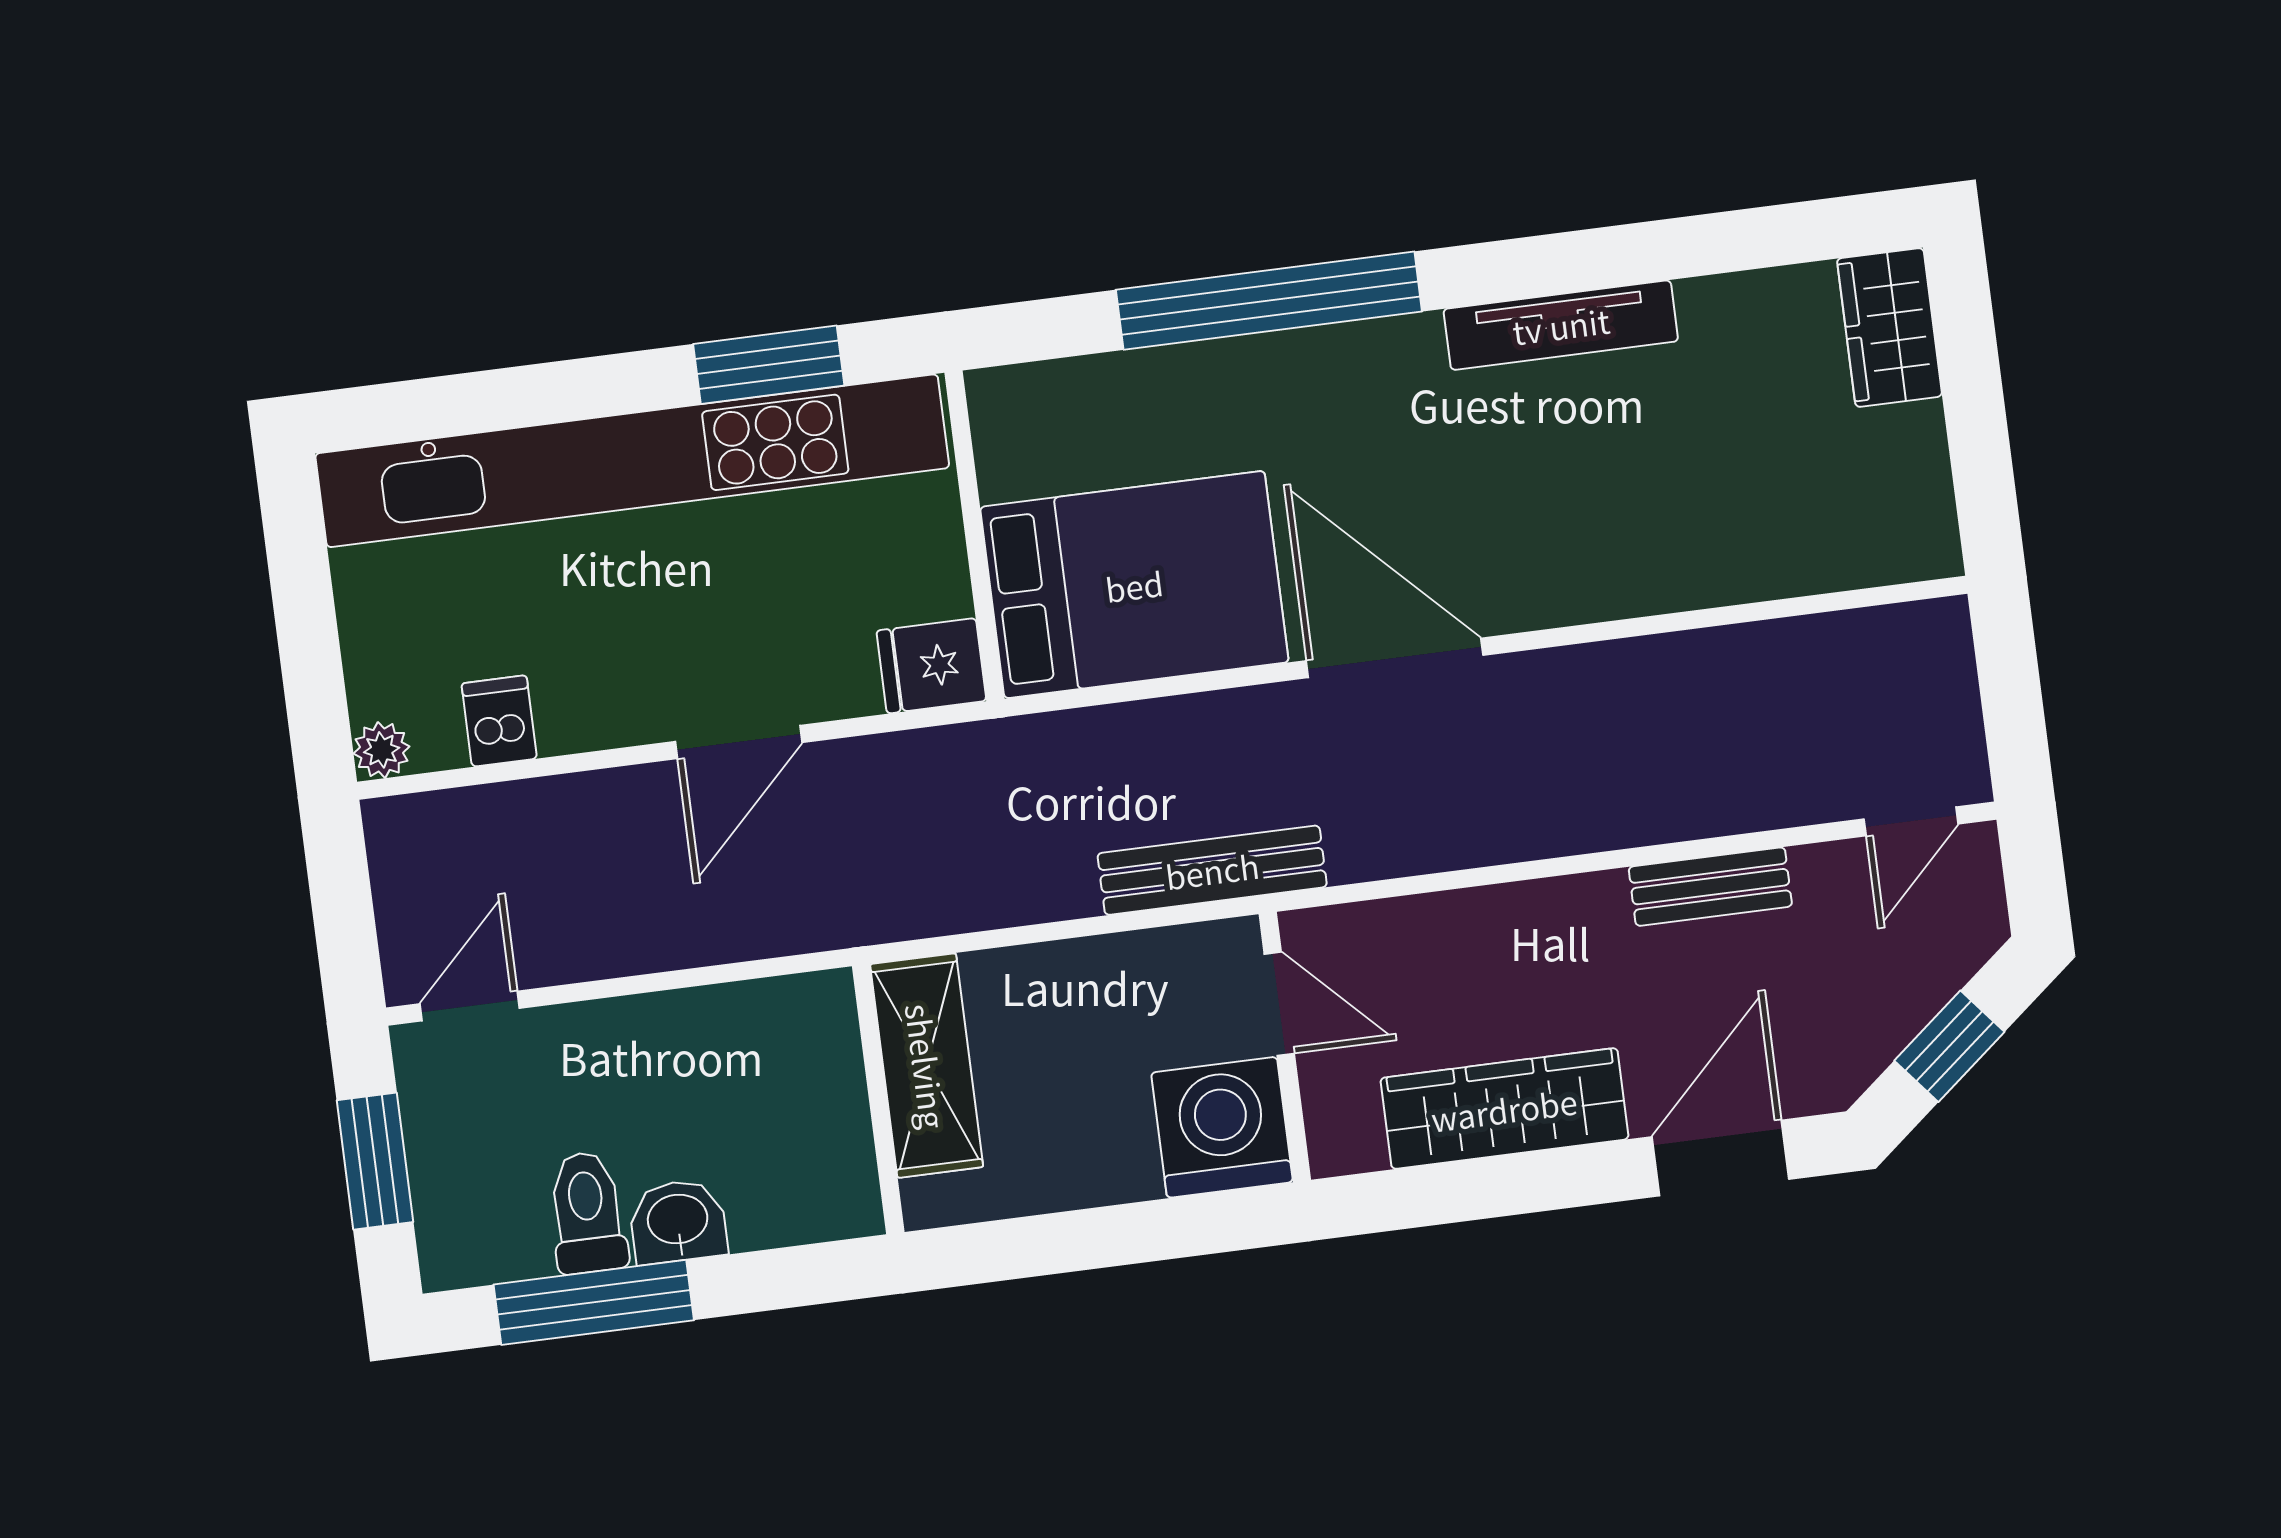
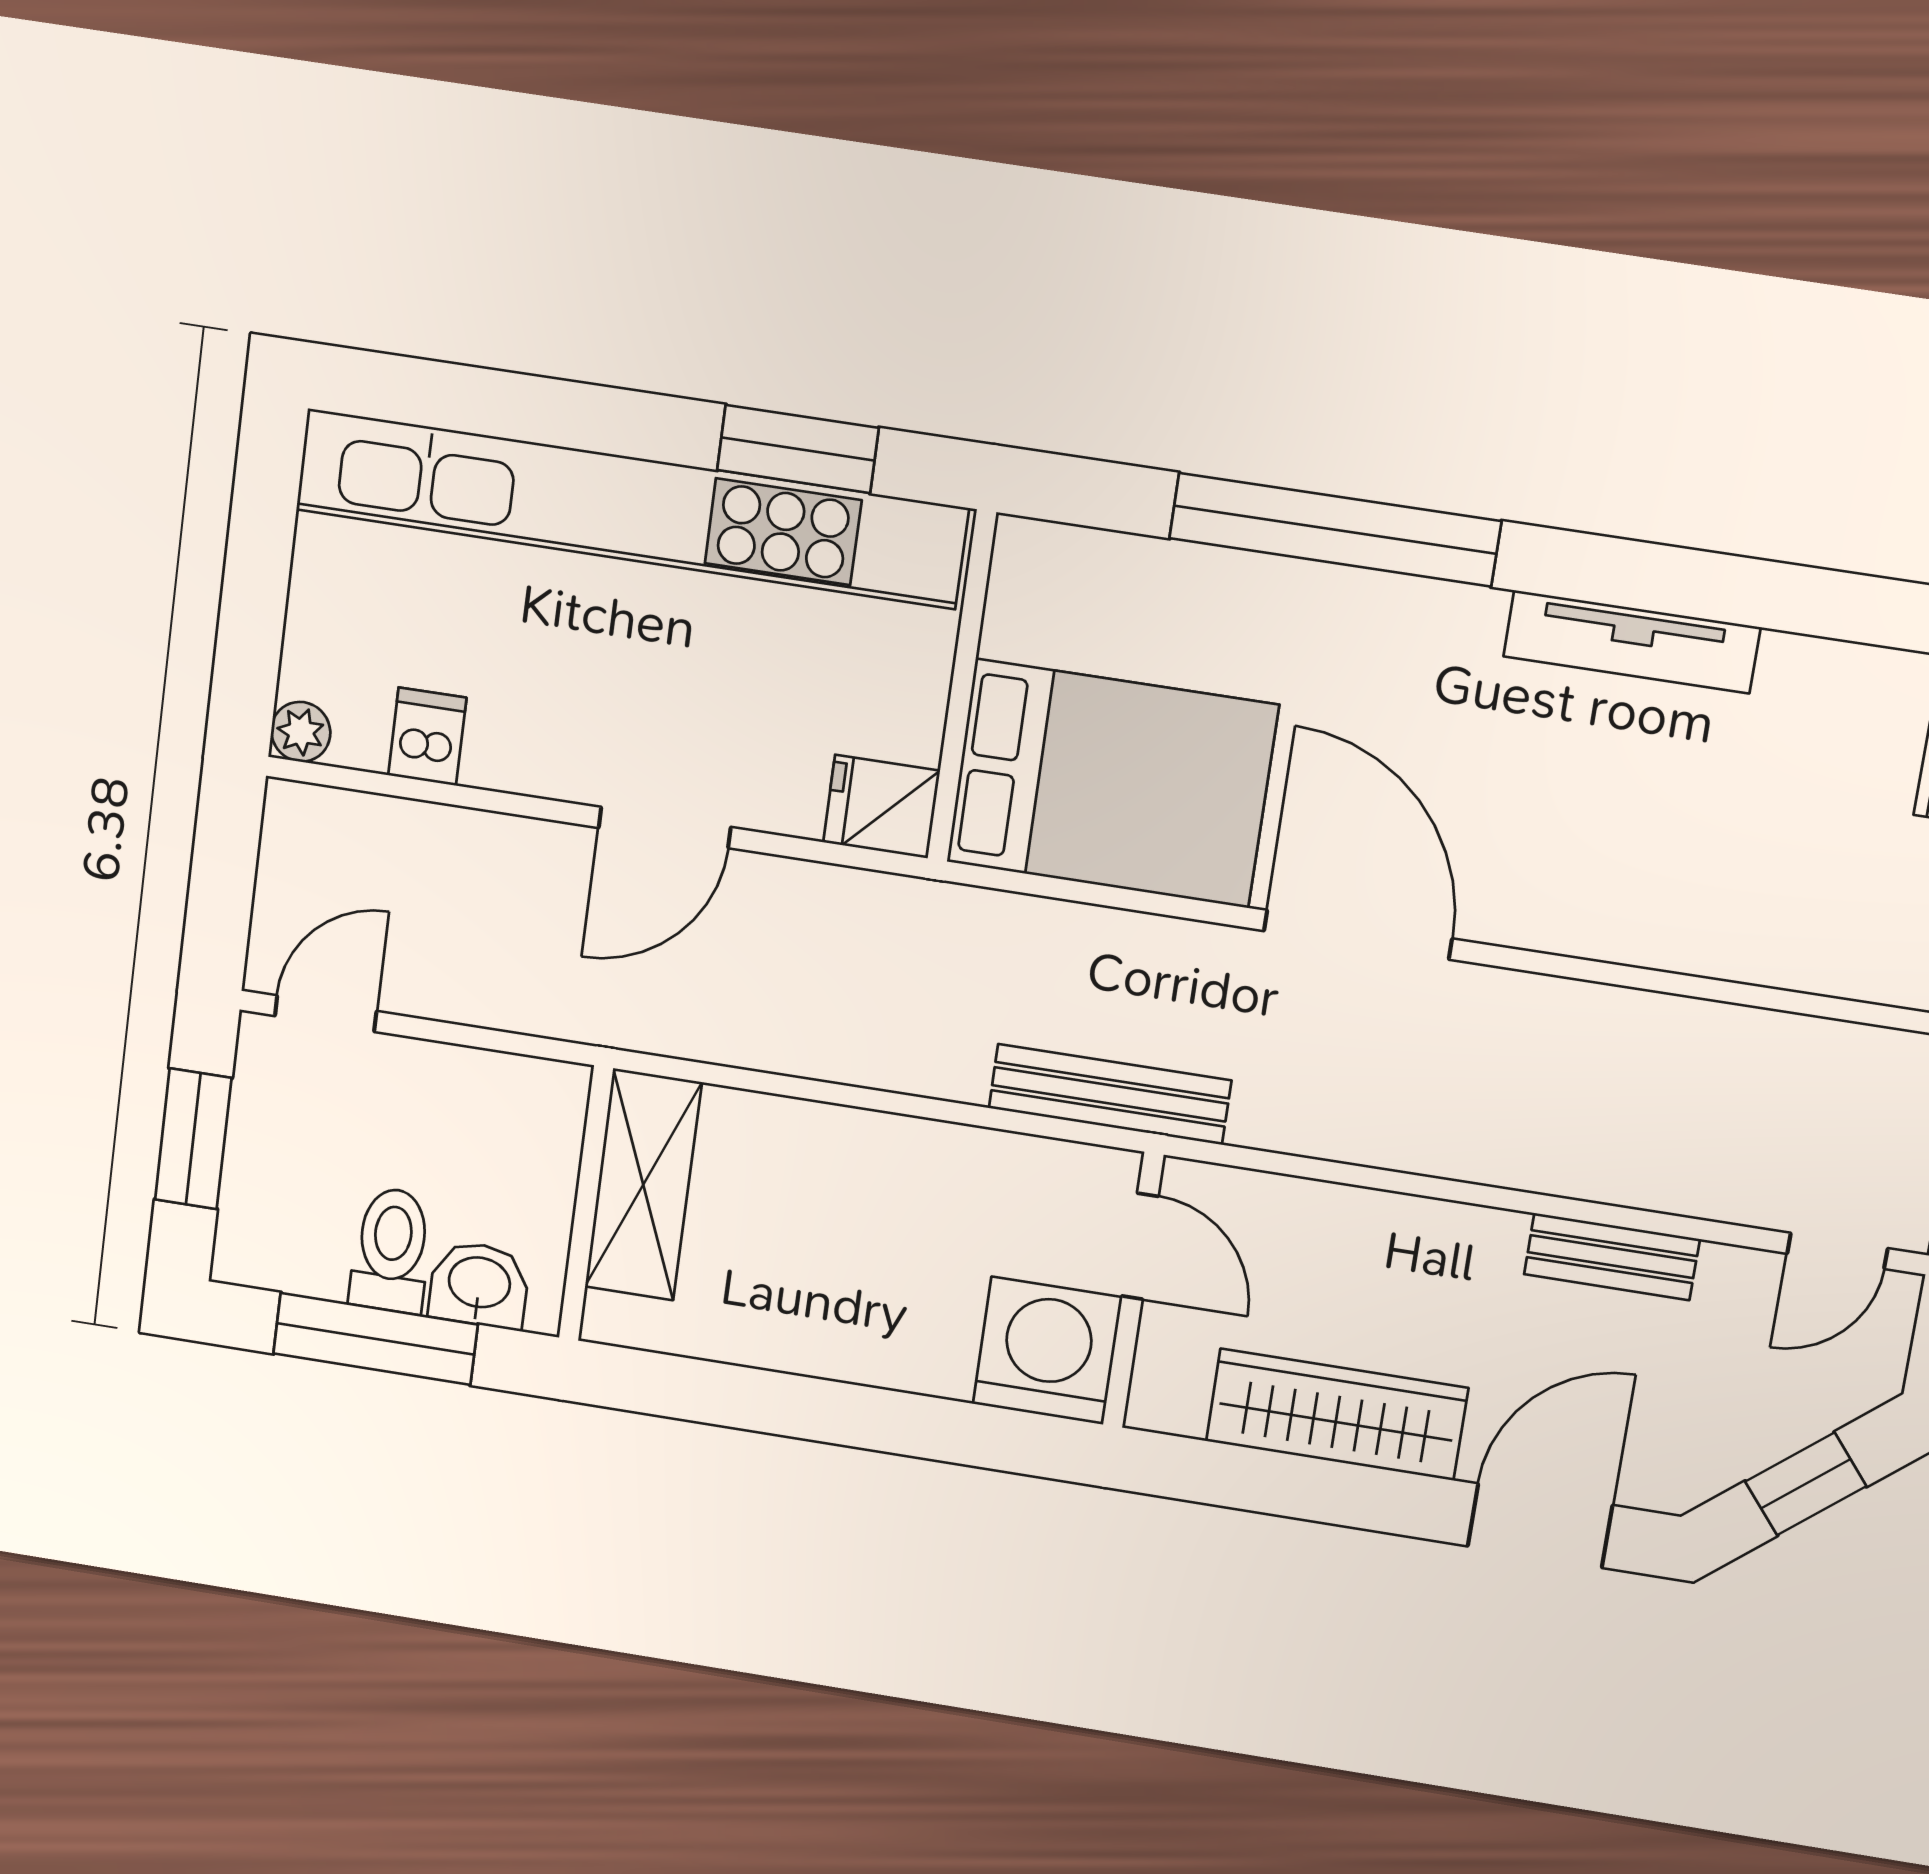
shelving: (927, 1066) -> (643, 1185), moved
wall: (878, 1099) -> (586, 1204), moved

